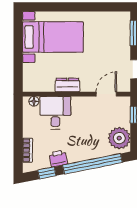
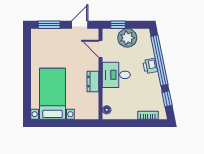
desk: (55, 113) -> (116, 75), moved
plant: (119, 138) -> (127, 38), moved
printer: (58, 158) -> (150, 66), moved

